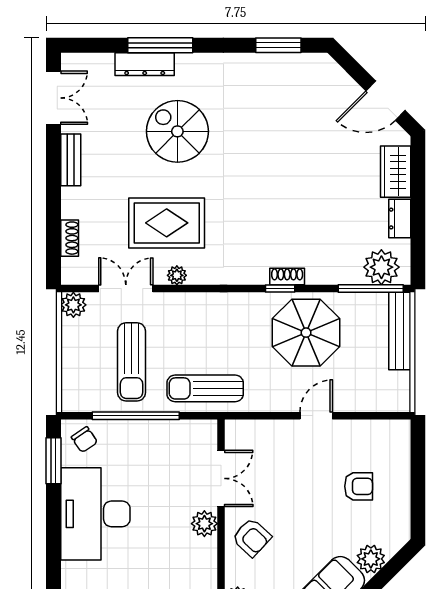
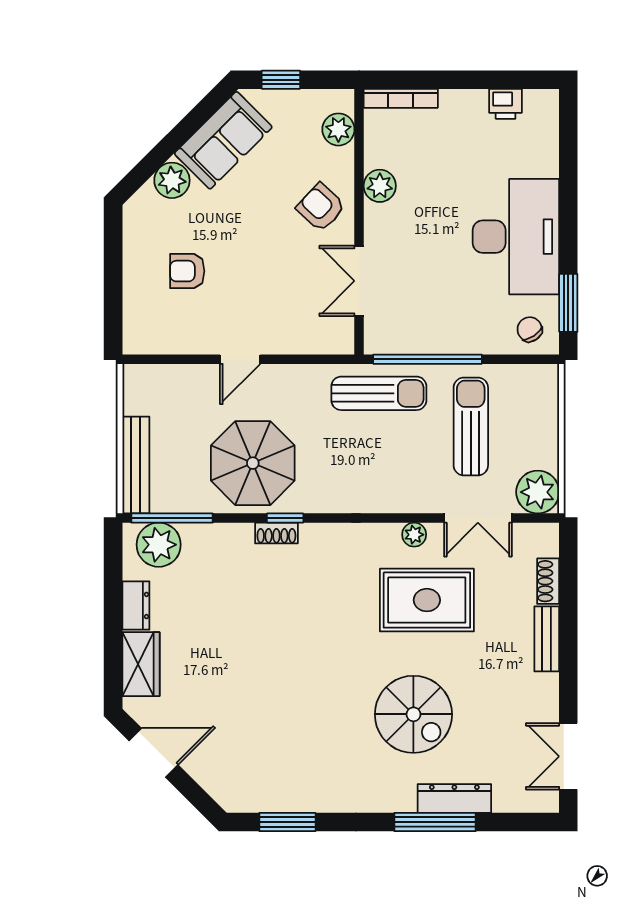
bench: (71, 160) -> (547, 639), moved
plant: (73, 305) -> (538, 492), width x1.36, depth x1.36
window: (136, 416) -> (428, 359), moved
plant: (204, 524) -> (380, 186), moved

